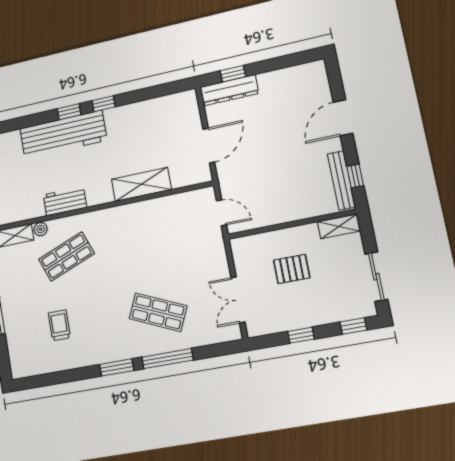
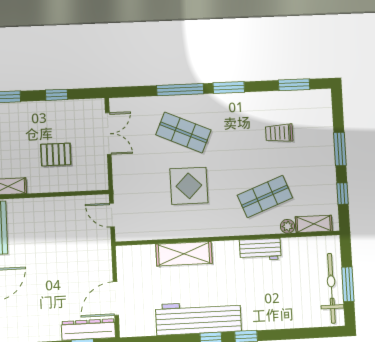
workbench: (63, 134) -> (198, 318), moved
door: (209, 146) -> (116, 299), moved
display table: (145, 256) -> (189, 186), added
trolley: (59, 325) -> (279, 133), turned 90
window: (50, 379) -> (294, 85), added

